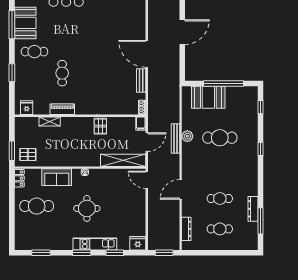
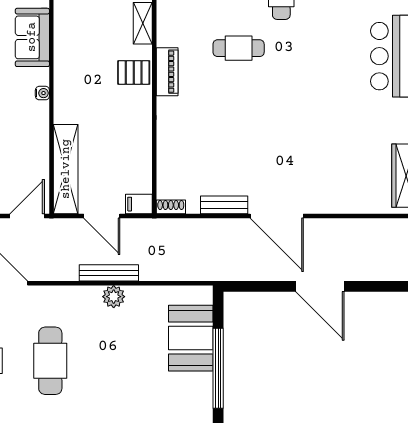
door: (147, 54) -> (277, 216), swing flipped
piano: (62, 109) -> (167, 72), moved
pallet: (100, 126) -> (134, 72), moved
cafe table: (220, 138) -> (50, 361), moved

